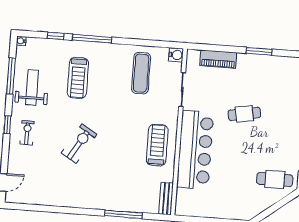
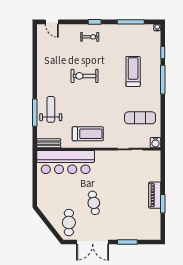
piano: (218, 59) -> (155, 195), moved
treadmill: (78, 78) -> (133, 71), turned 90
weight bench: (32, 87) -> (51, 109), moved, turned -90
cafe table: (244, 114) -> (94, 203), moved
exercise bike: (79, 144) -> (85, 76), turned 149
bar counter: (195, 150) -> (66, 162), moved

